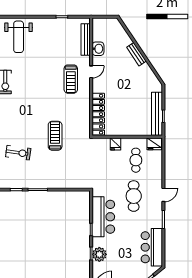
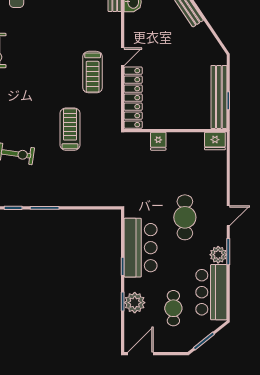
door: (91, 72) -> (123, 57), moved
treadmill: (71, 79) -> (93, 72), moved
cafe table: (136, 160) -> (173, 308), moved
plant: (156, 222) -> (218, 255), added

